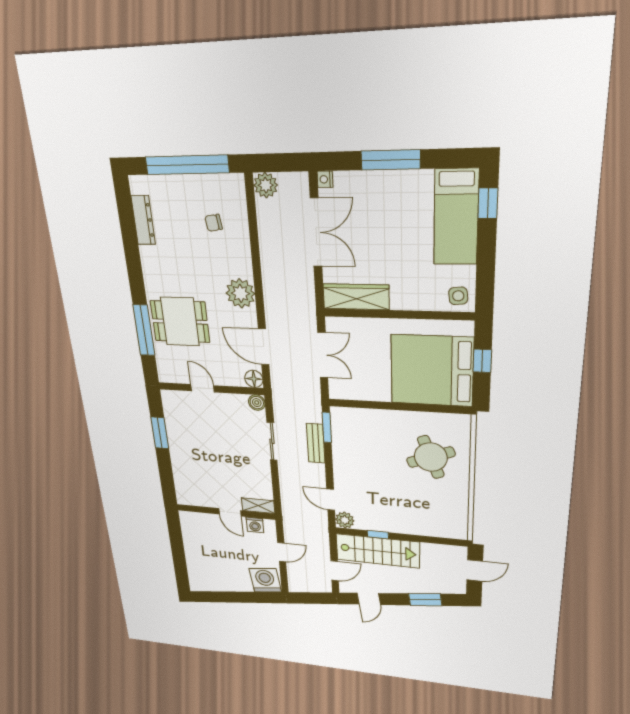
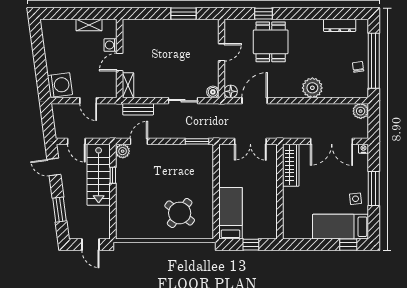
chair: (214, 223) -> (358, 67), moved
plant: (240, 293) -> (312, 88), moved
side table: (458, 296) -> (356, 199), moved
window: (144, 330) -> (263, 14), width x0.46
bed: (432, 371) -> (231, 213), width x0.49
bench: (316, 443) -> (138, 109), moved
round table: (431, 457) -> (180, 213), turned -32
washing machine: (255, 525) -> (110, 45), moved
shelving: (189, 541) -> (89, 25), added

